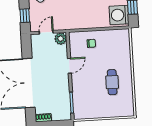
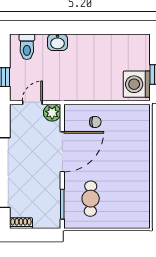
door: (69, 66) -> (62, 152), width x1.88
cafe table: (112, 82) -> (91, 199), moved

